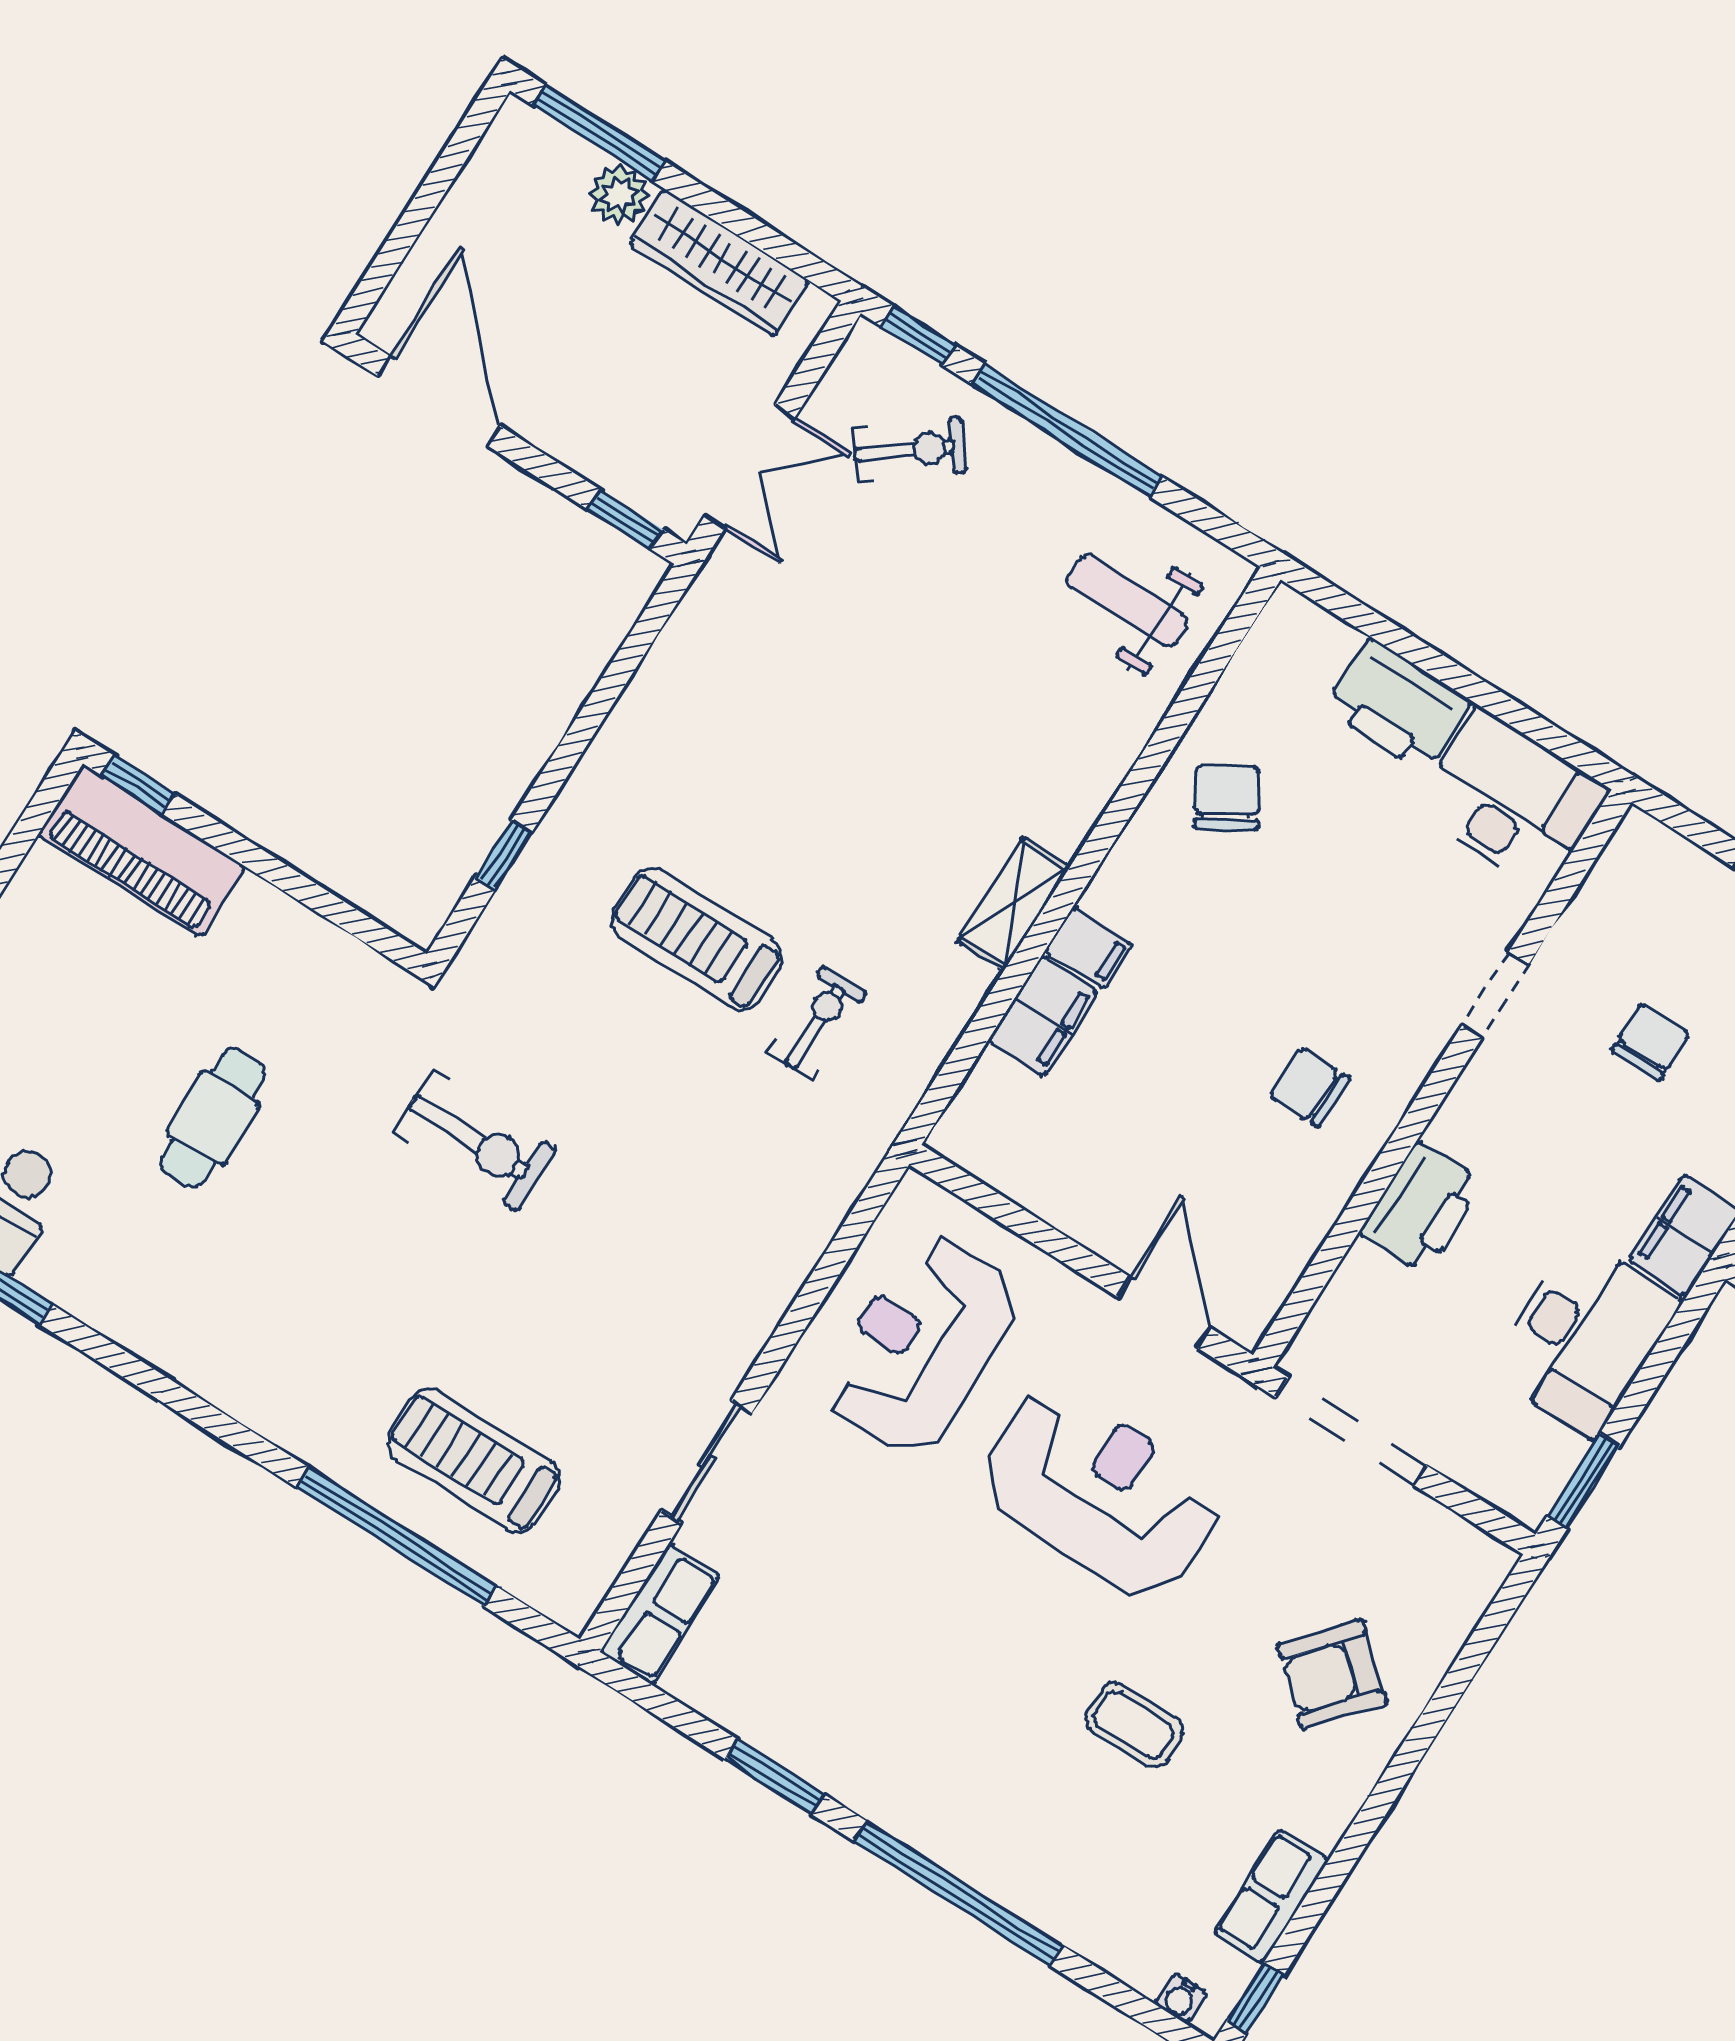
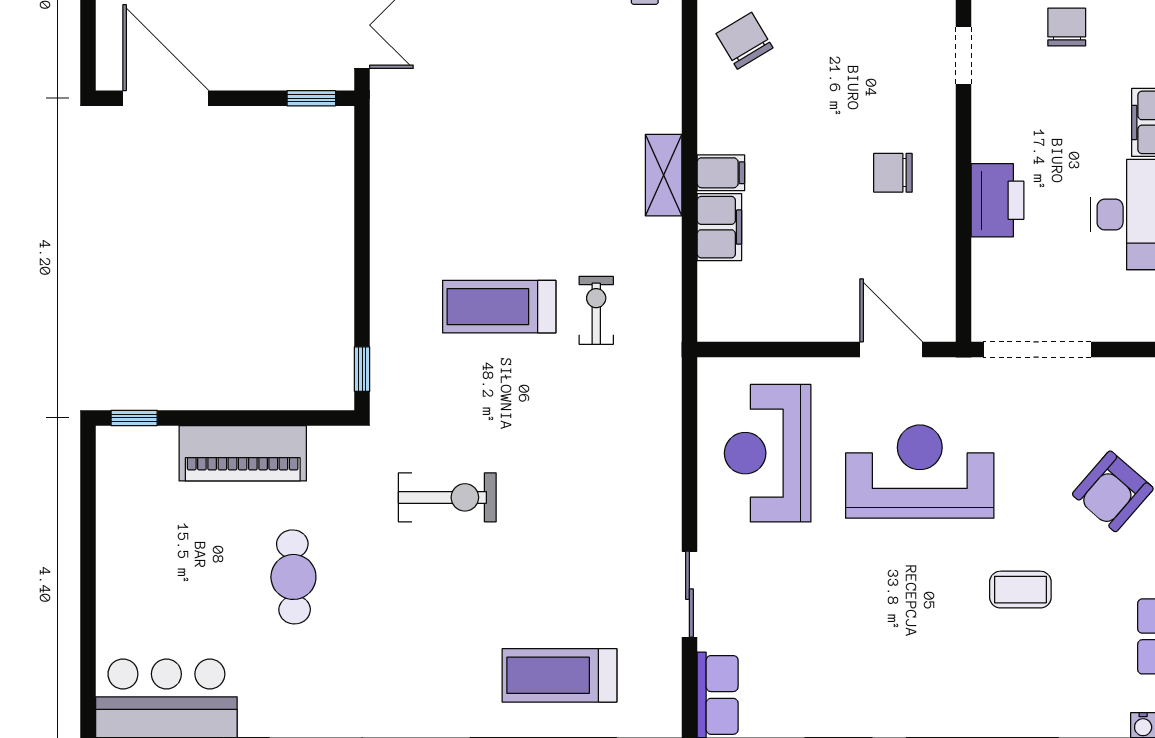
piano: (142, 850) -> (243, 453), moved
window: (504, 855) -> (362, 369), moved

